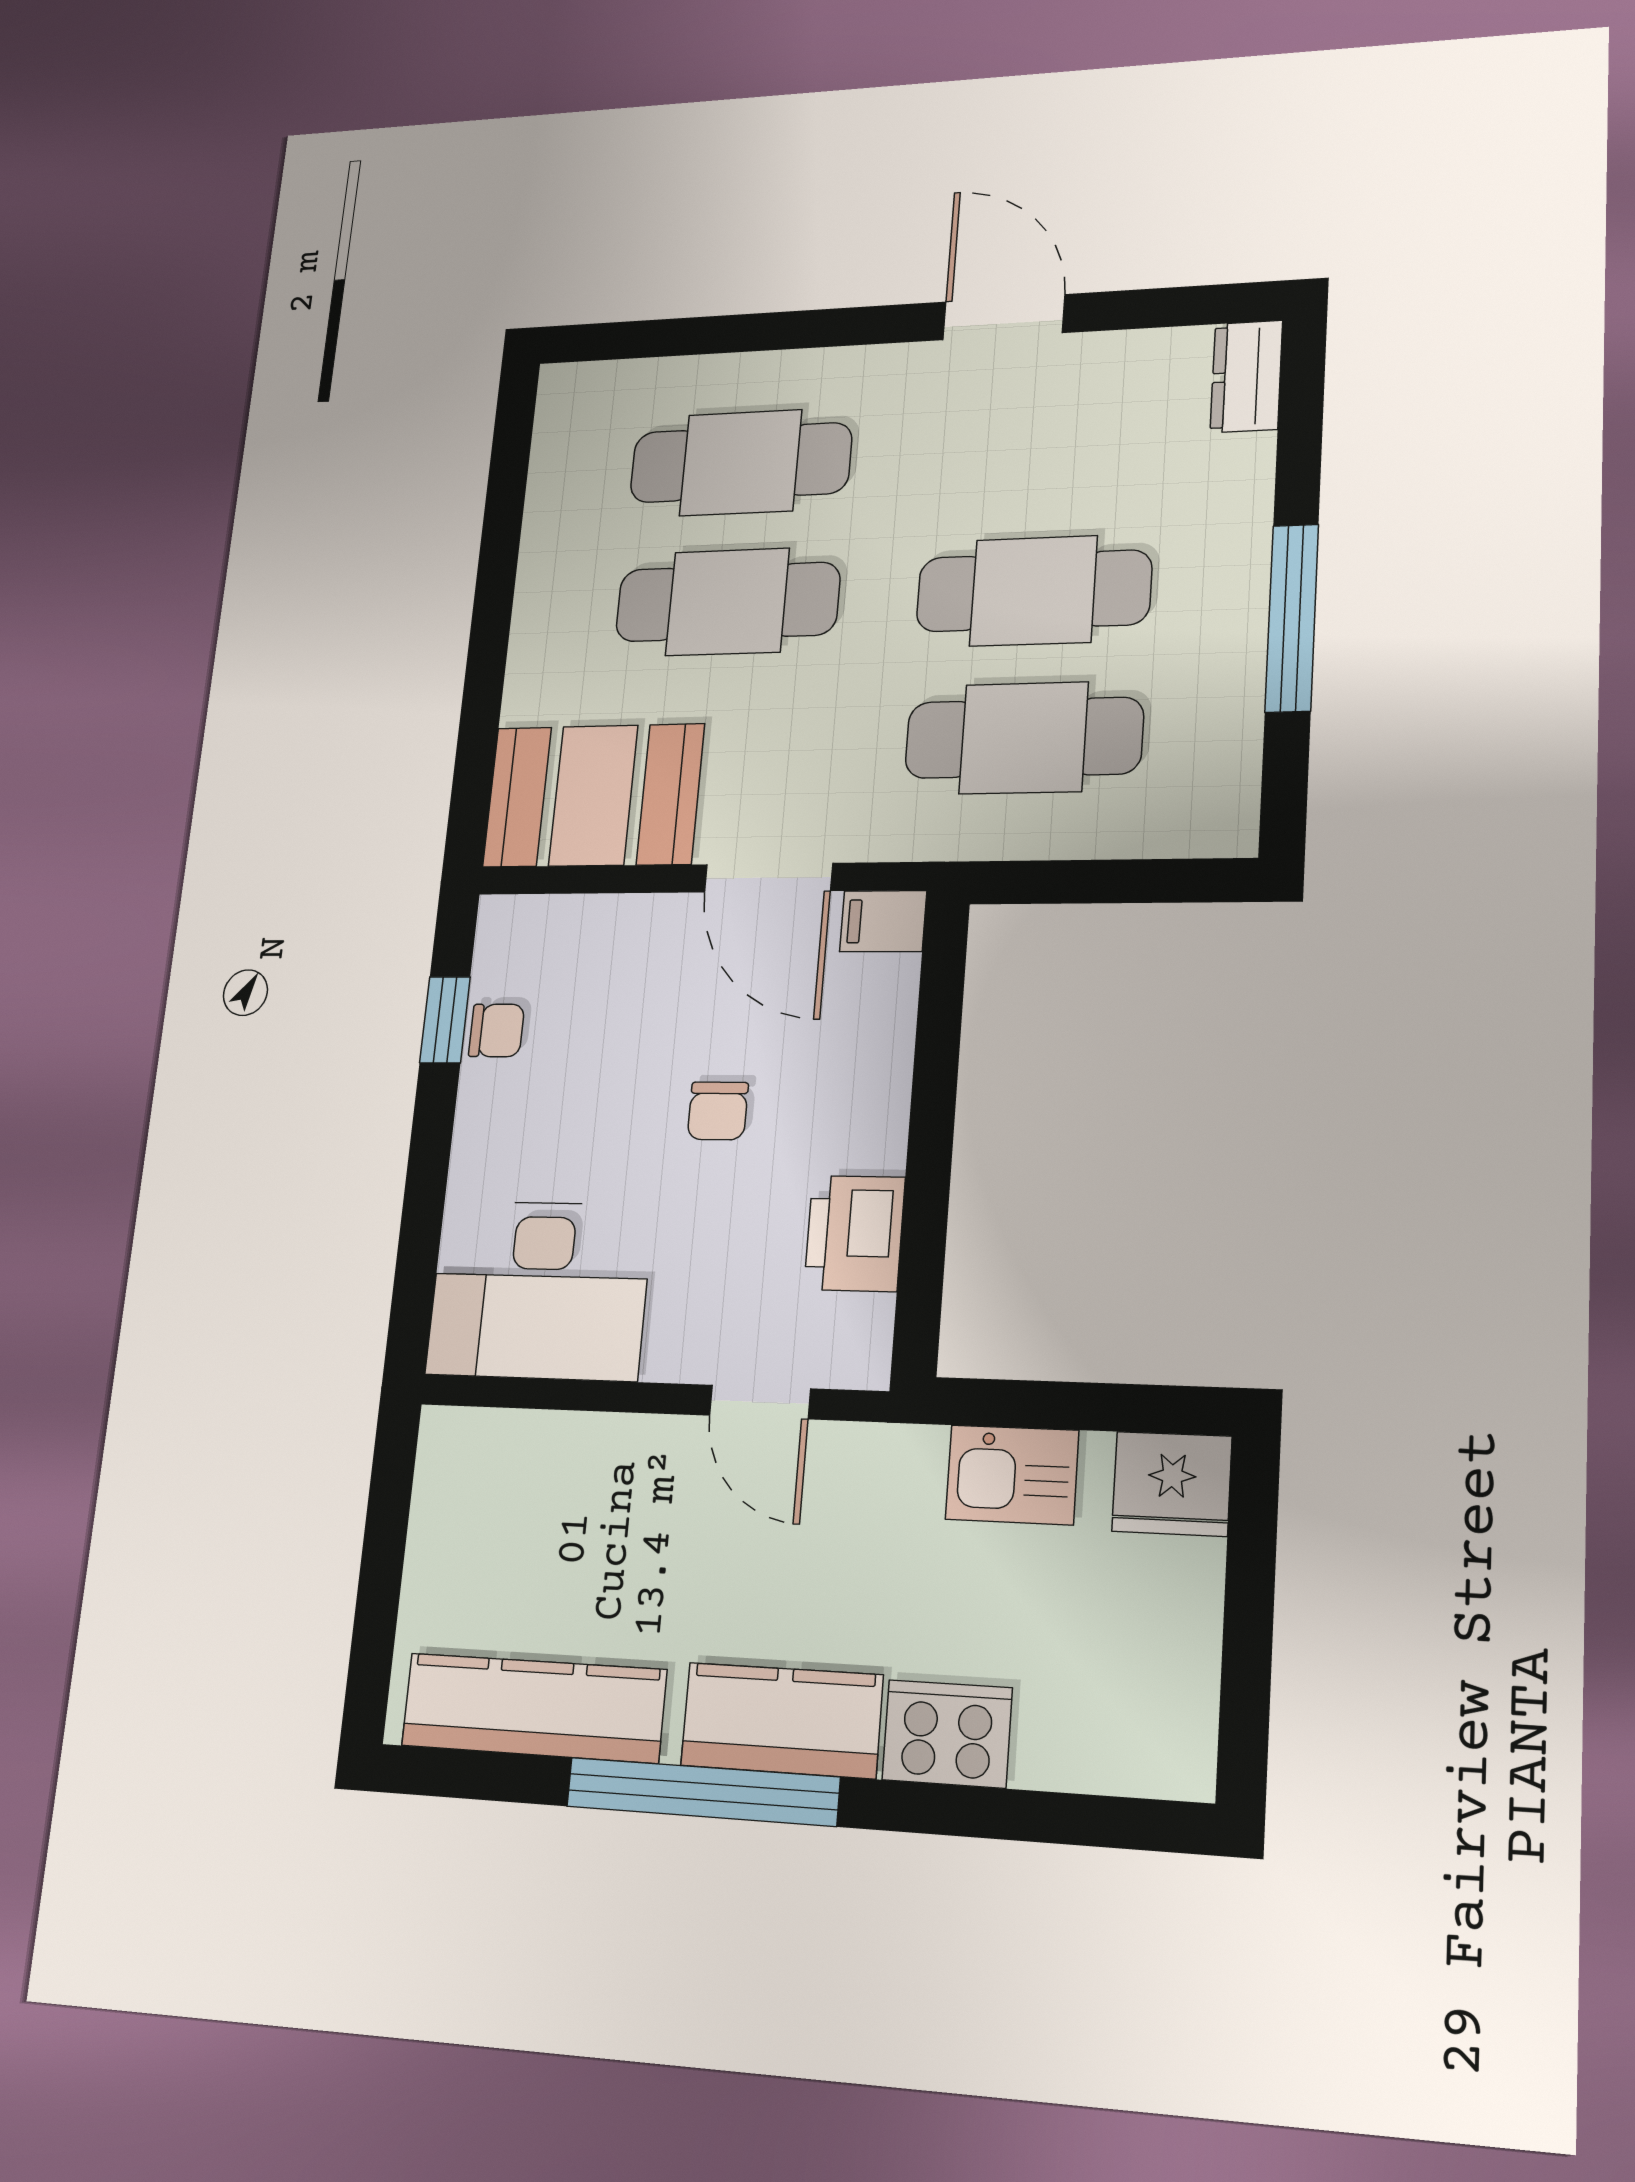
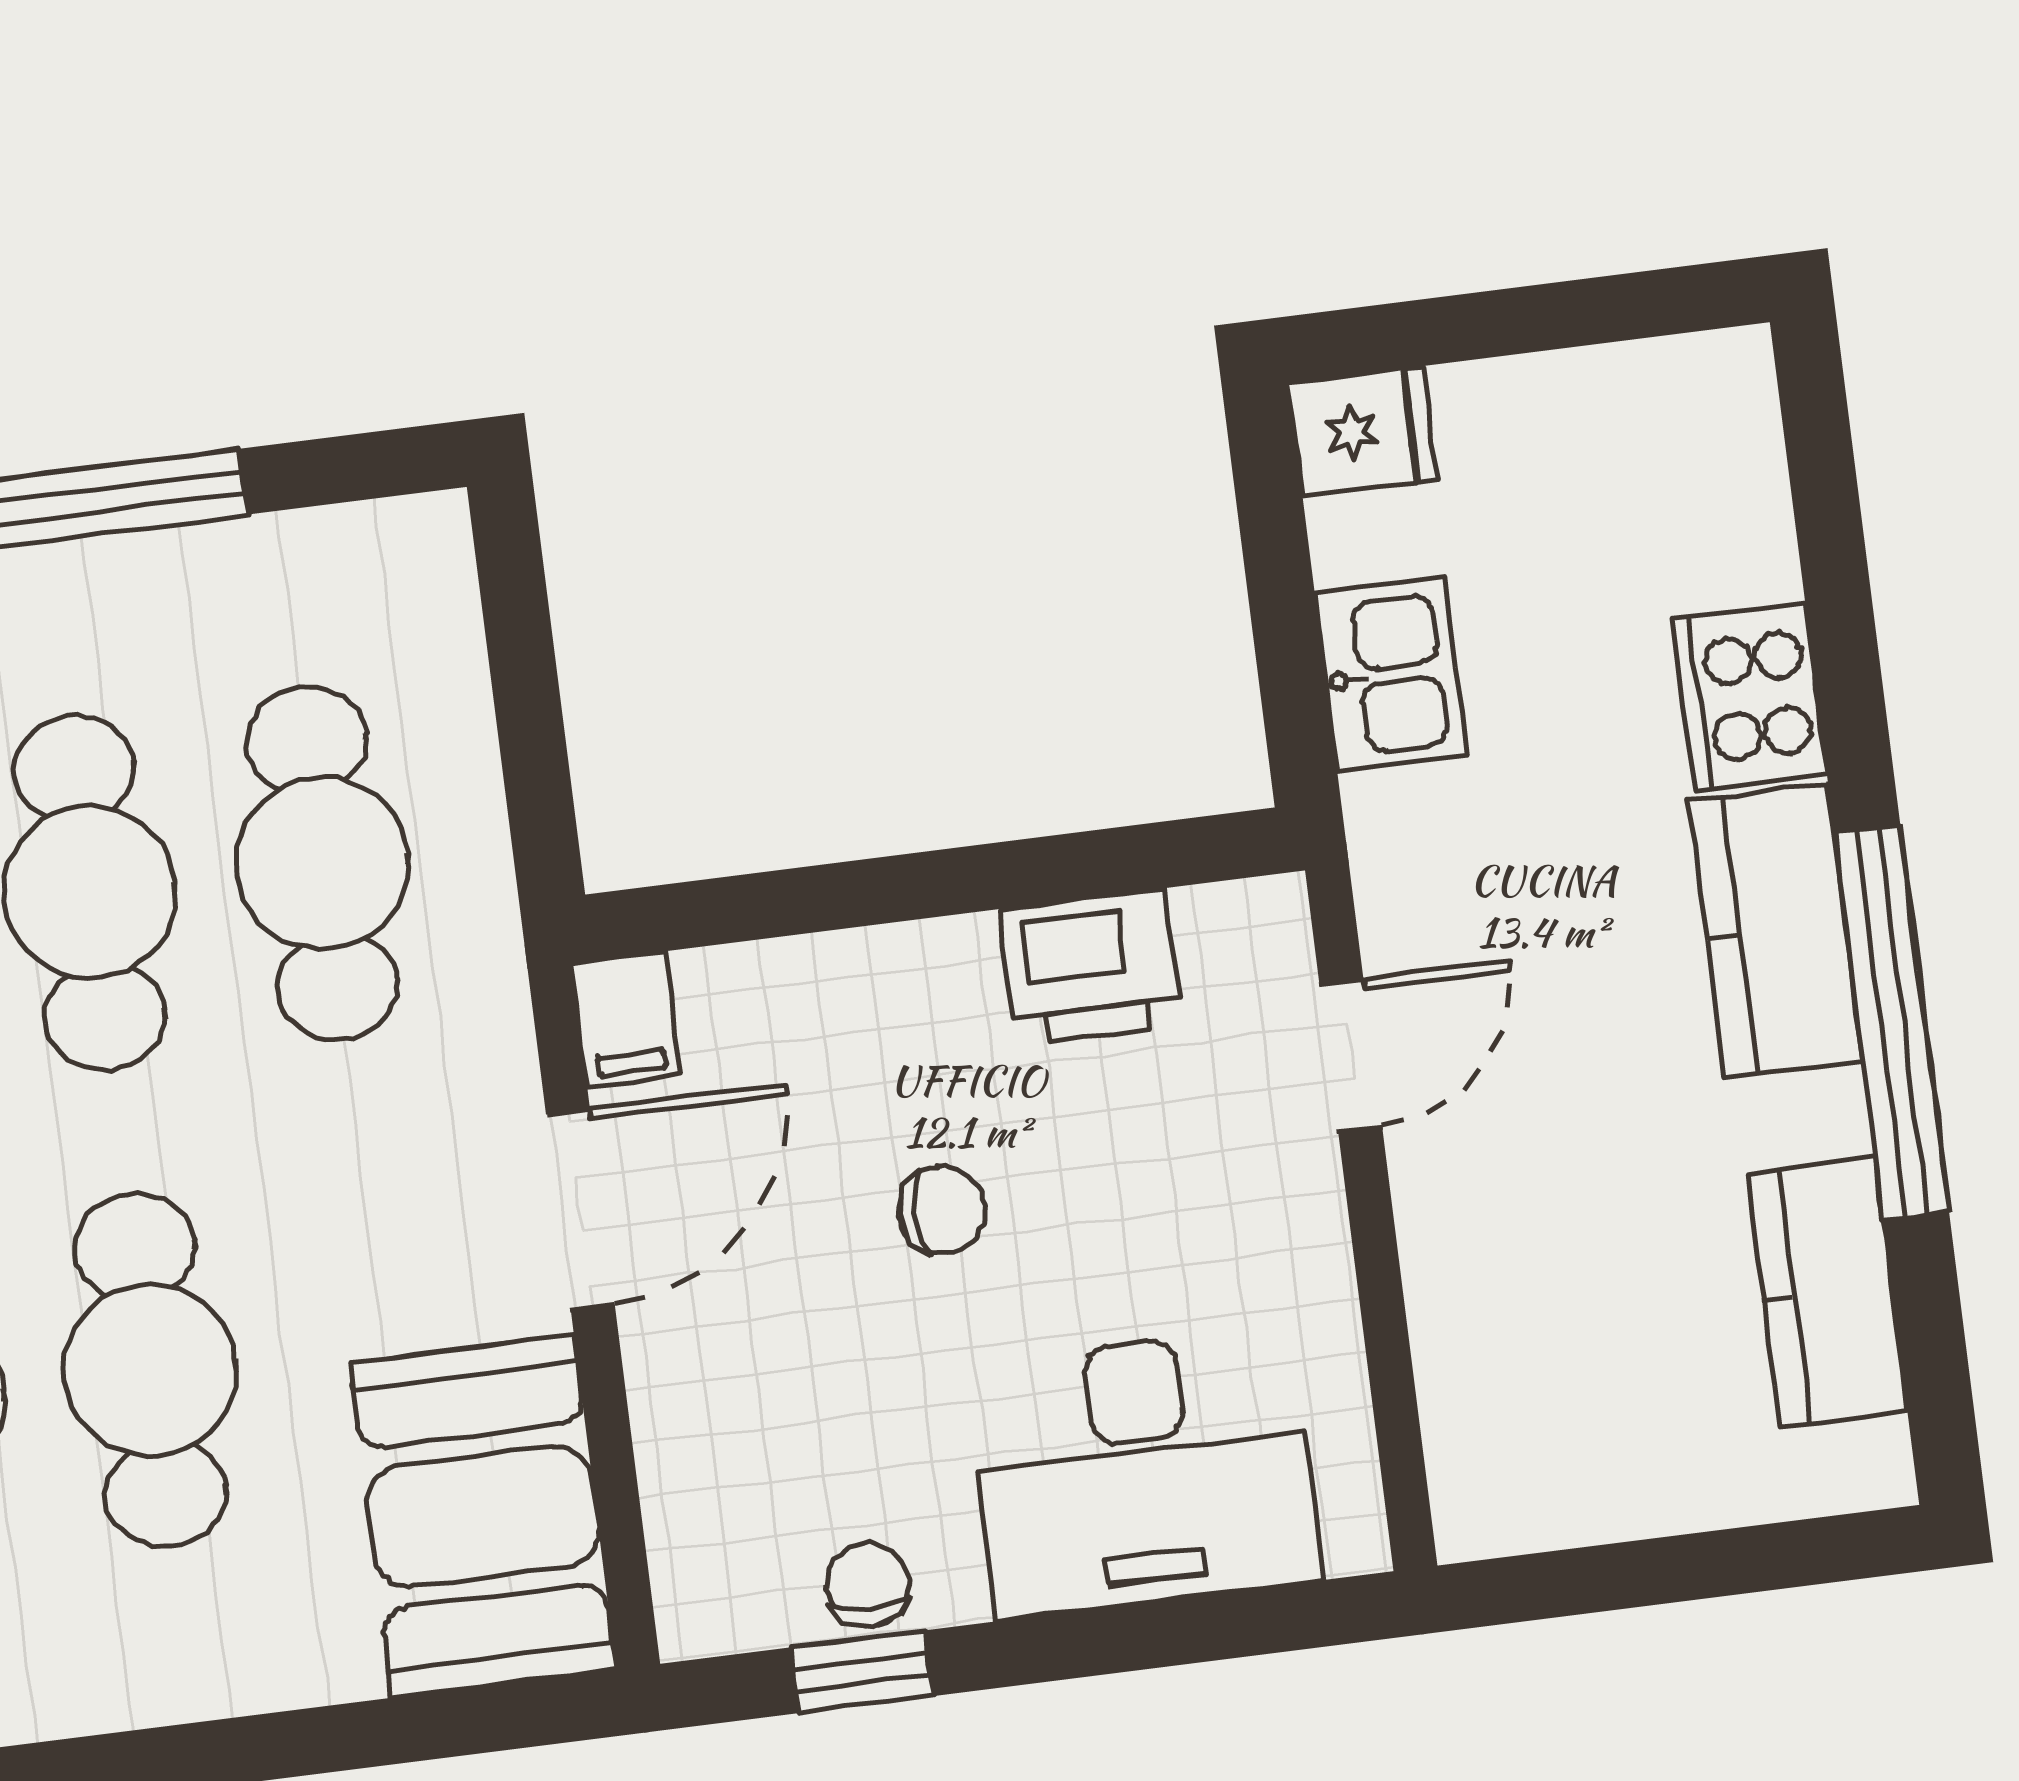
desk: (539, 1290) -> (1144, 1472), moved, turned 90
fridge: (1172, 1484) -> (1363, 431), width x0.72
kitchen counter: (533, 1708) -> (1828, 1292), width x0.67

